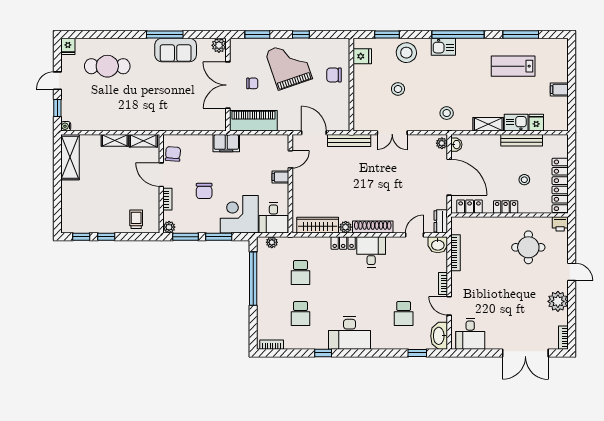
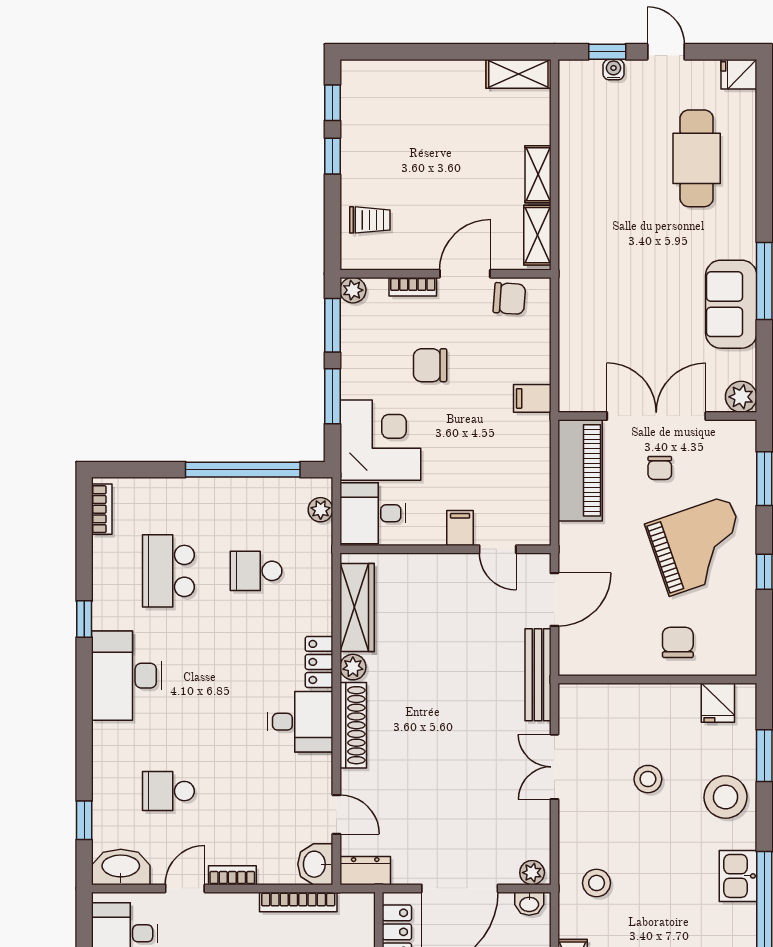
water cooler: (66, 126) -> (614, 70), moved
filing cabinet: (226, 143) -> (532, 398), width x0.50
shelving: (70, 157) -> (518, 74), width x0.67, depth x0.75
school desk: (300, 314) -> (168, 571), width x1.85

